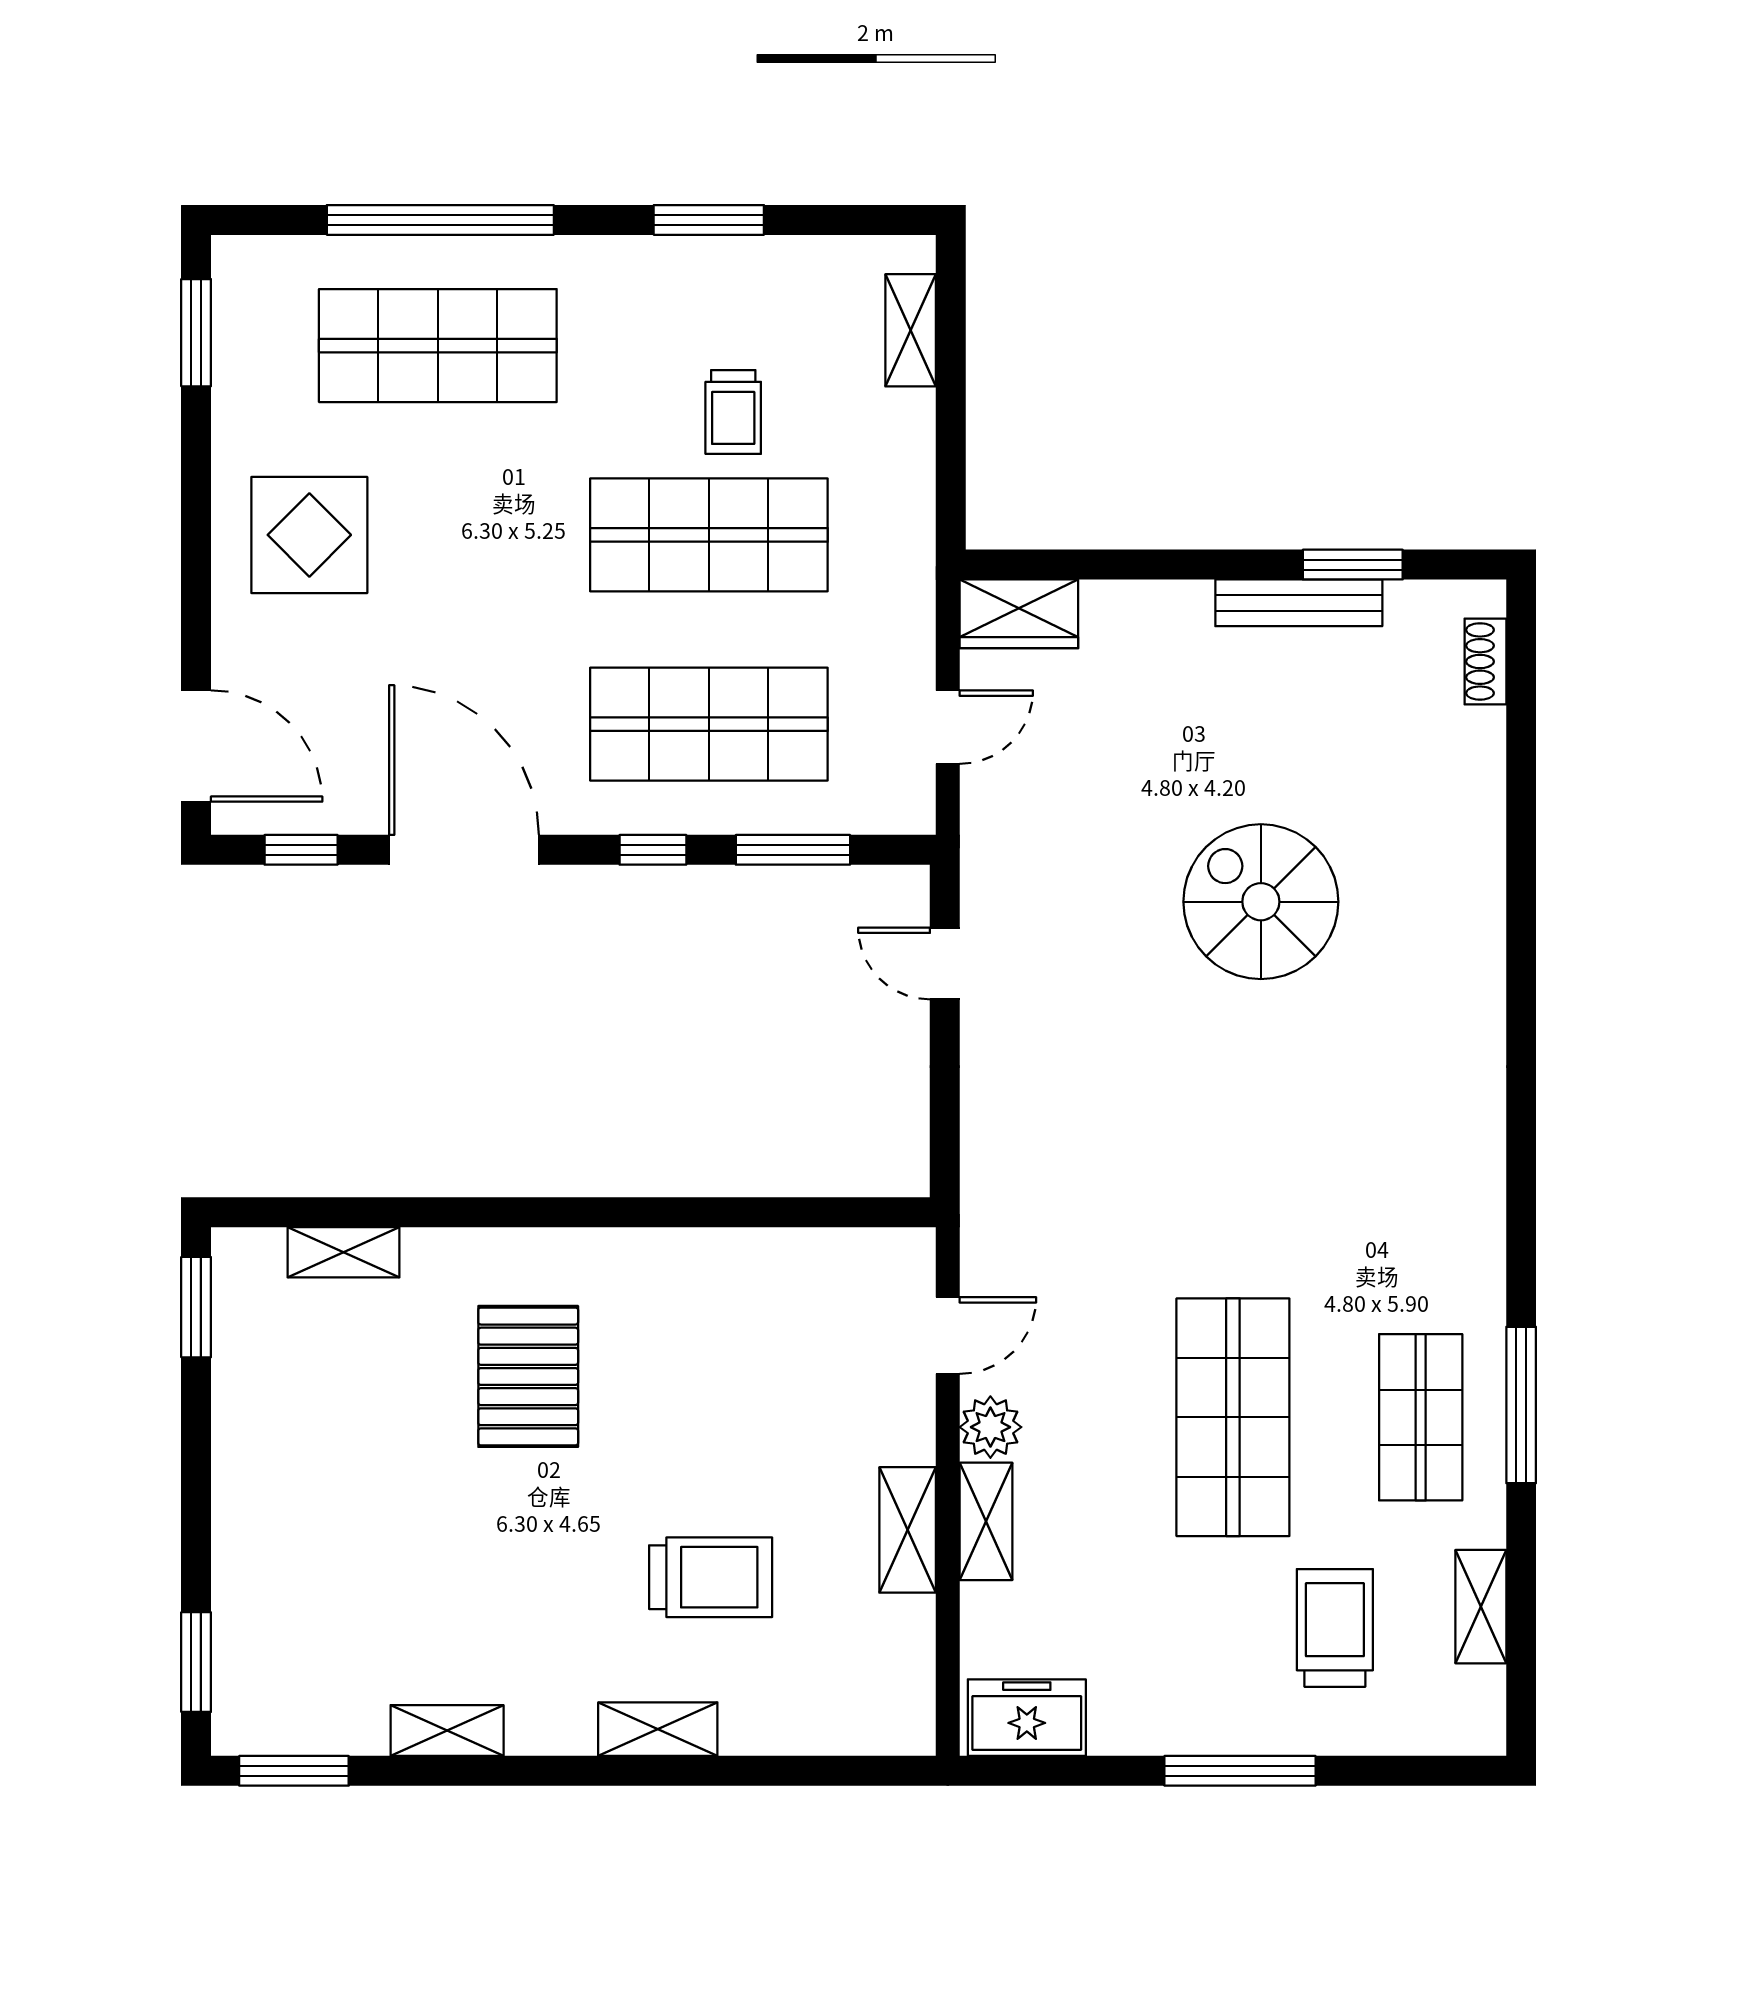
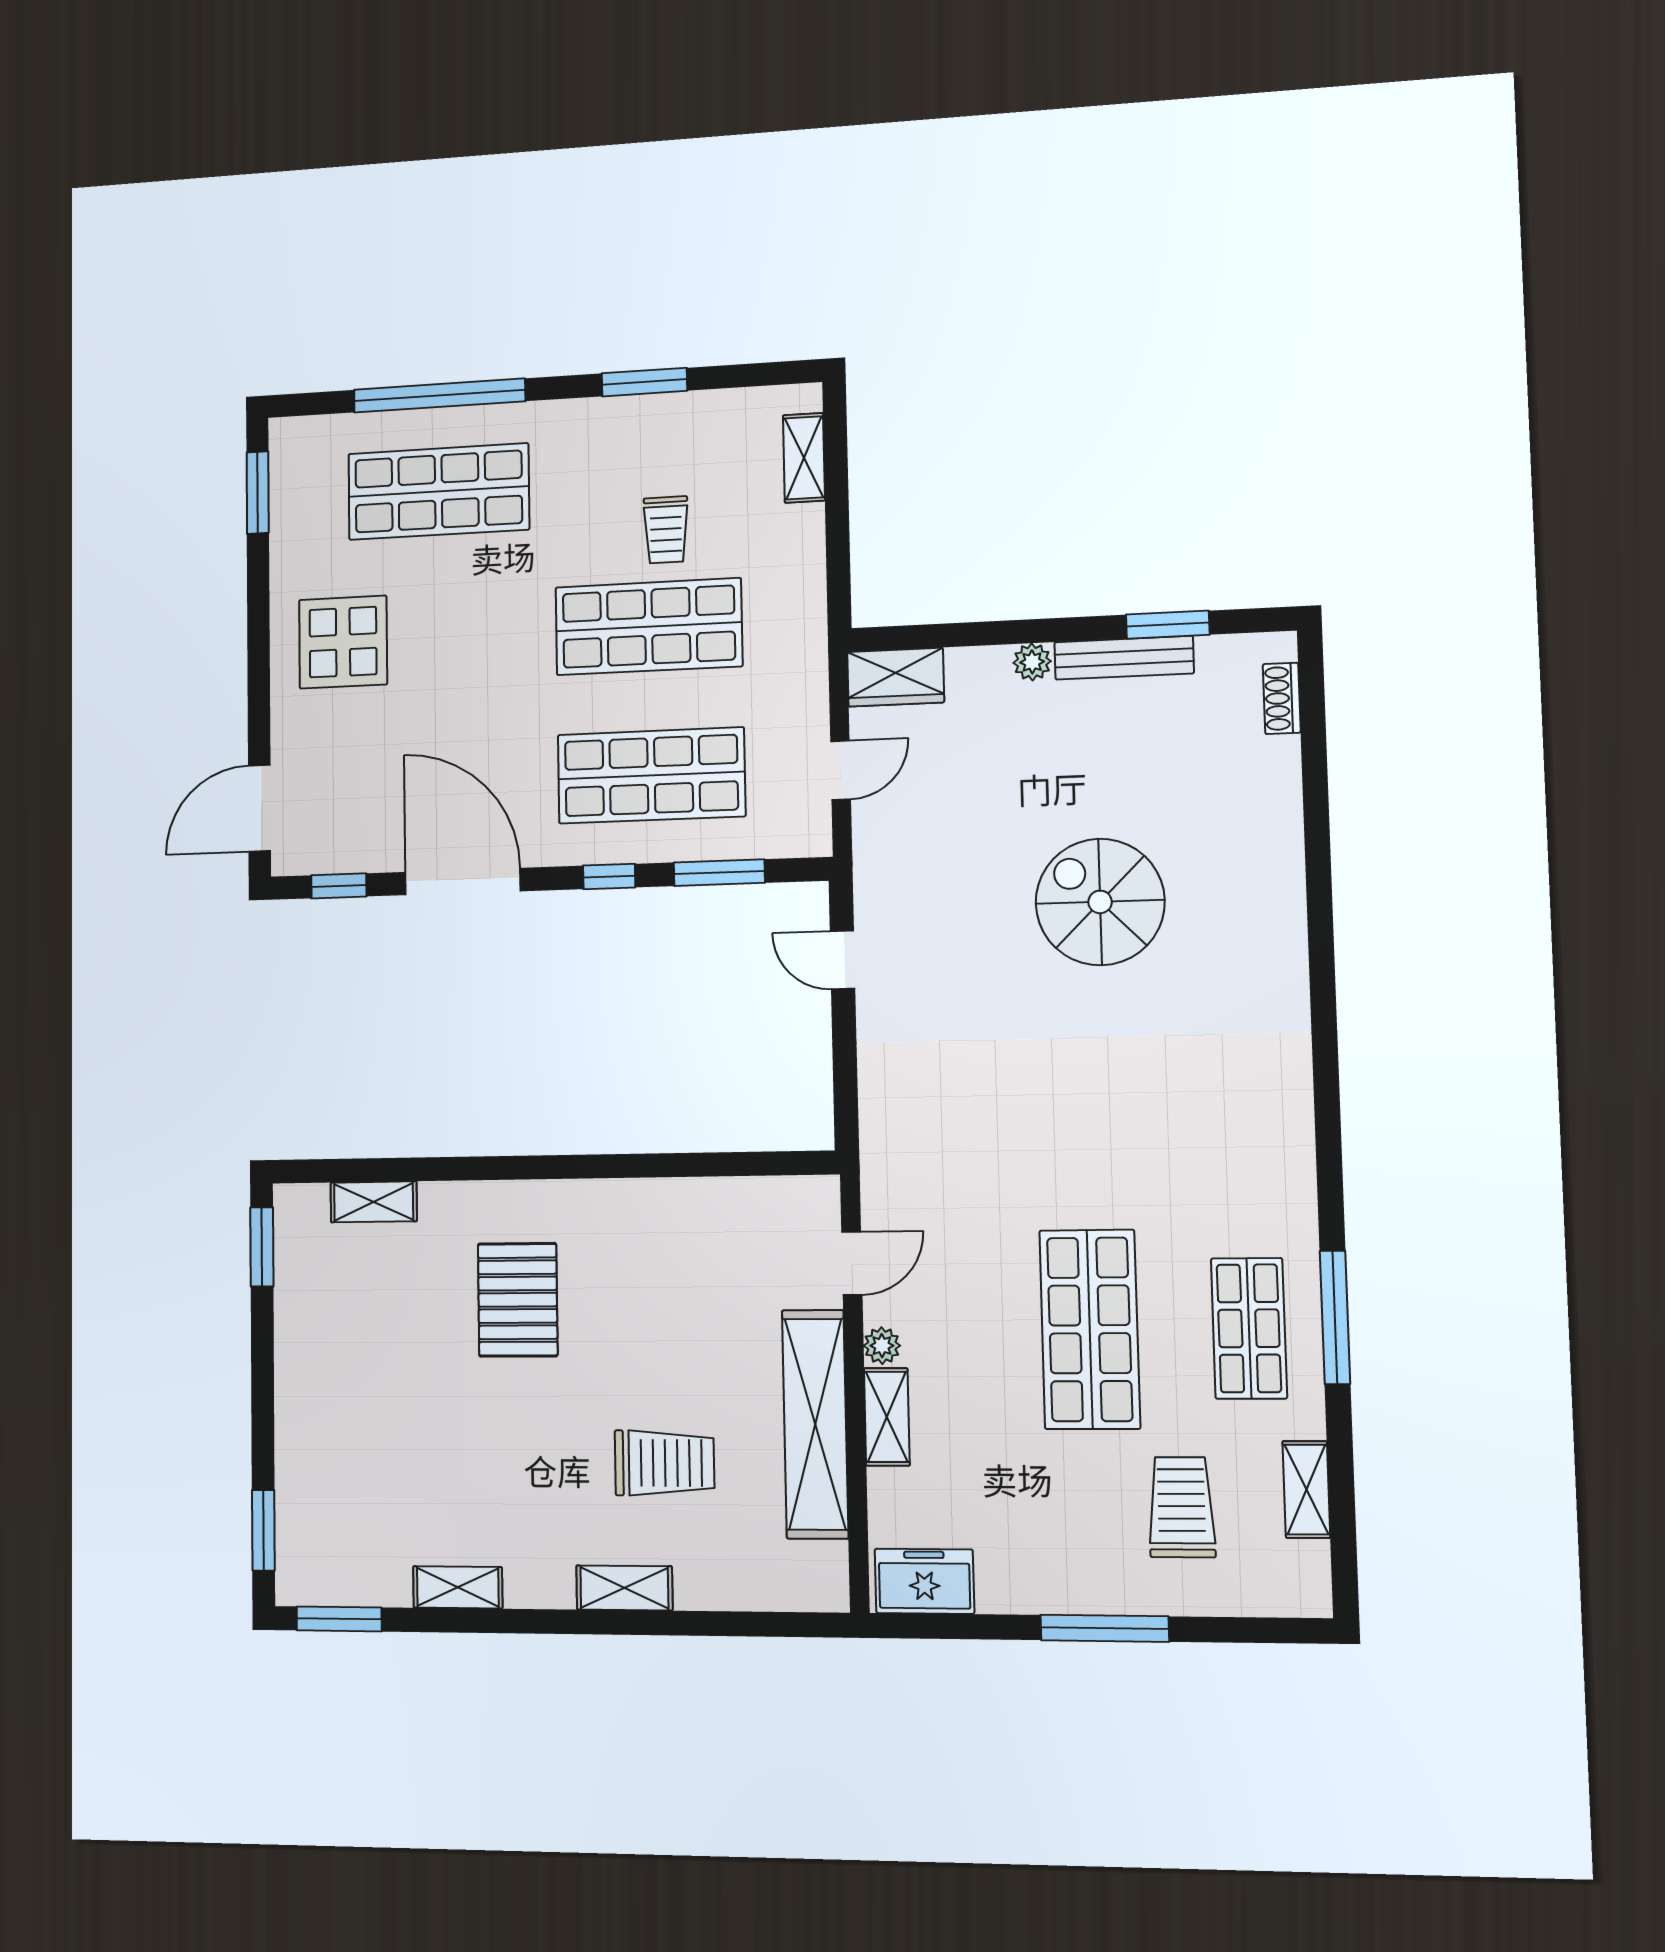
plant: (1187, 603) -> (1032, 662), added
door: (196, 746) -> (259, 808), swing flipped
plant: (990, 1427) -> (882, 1346), width x0.73, depth x0.73
shelving: (908, 1530) -> (815, 1424), width x2.20, depth x1.33

